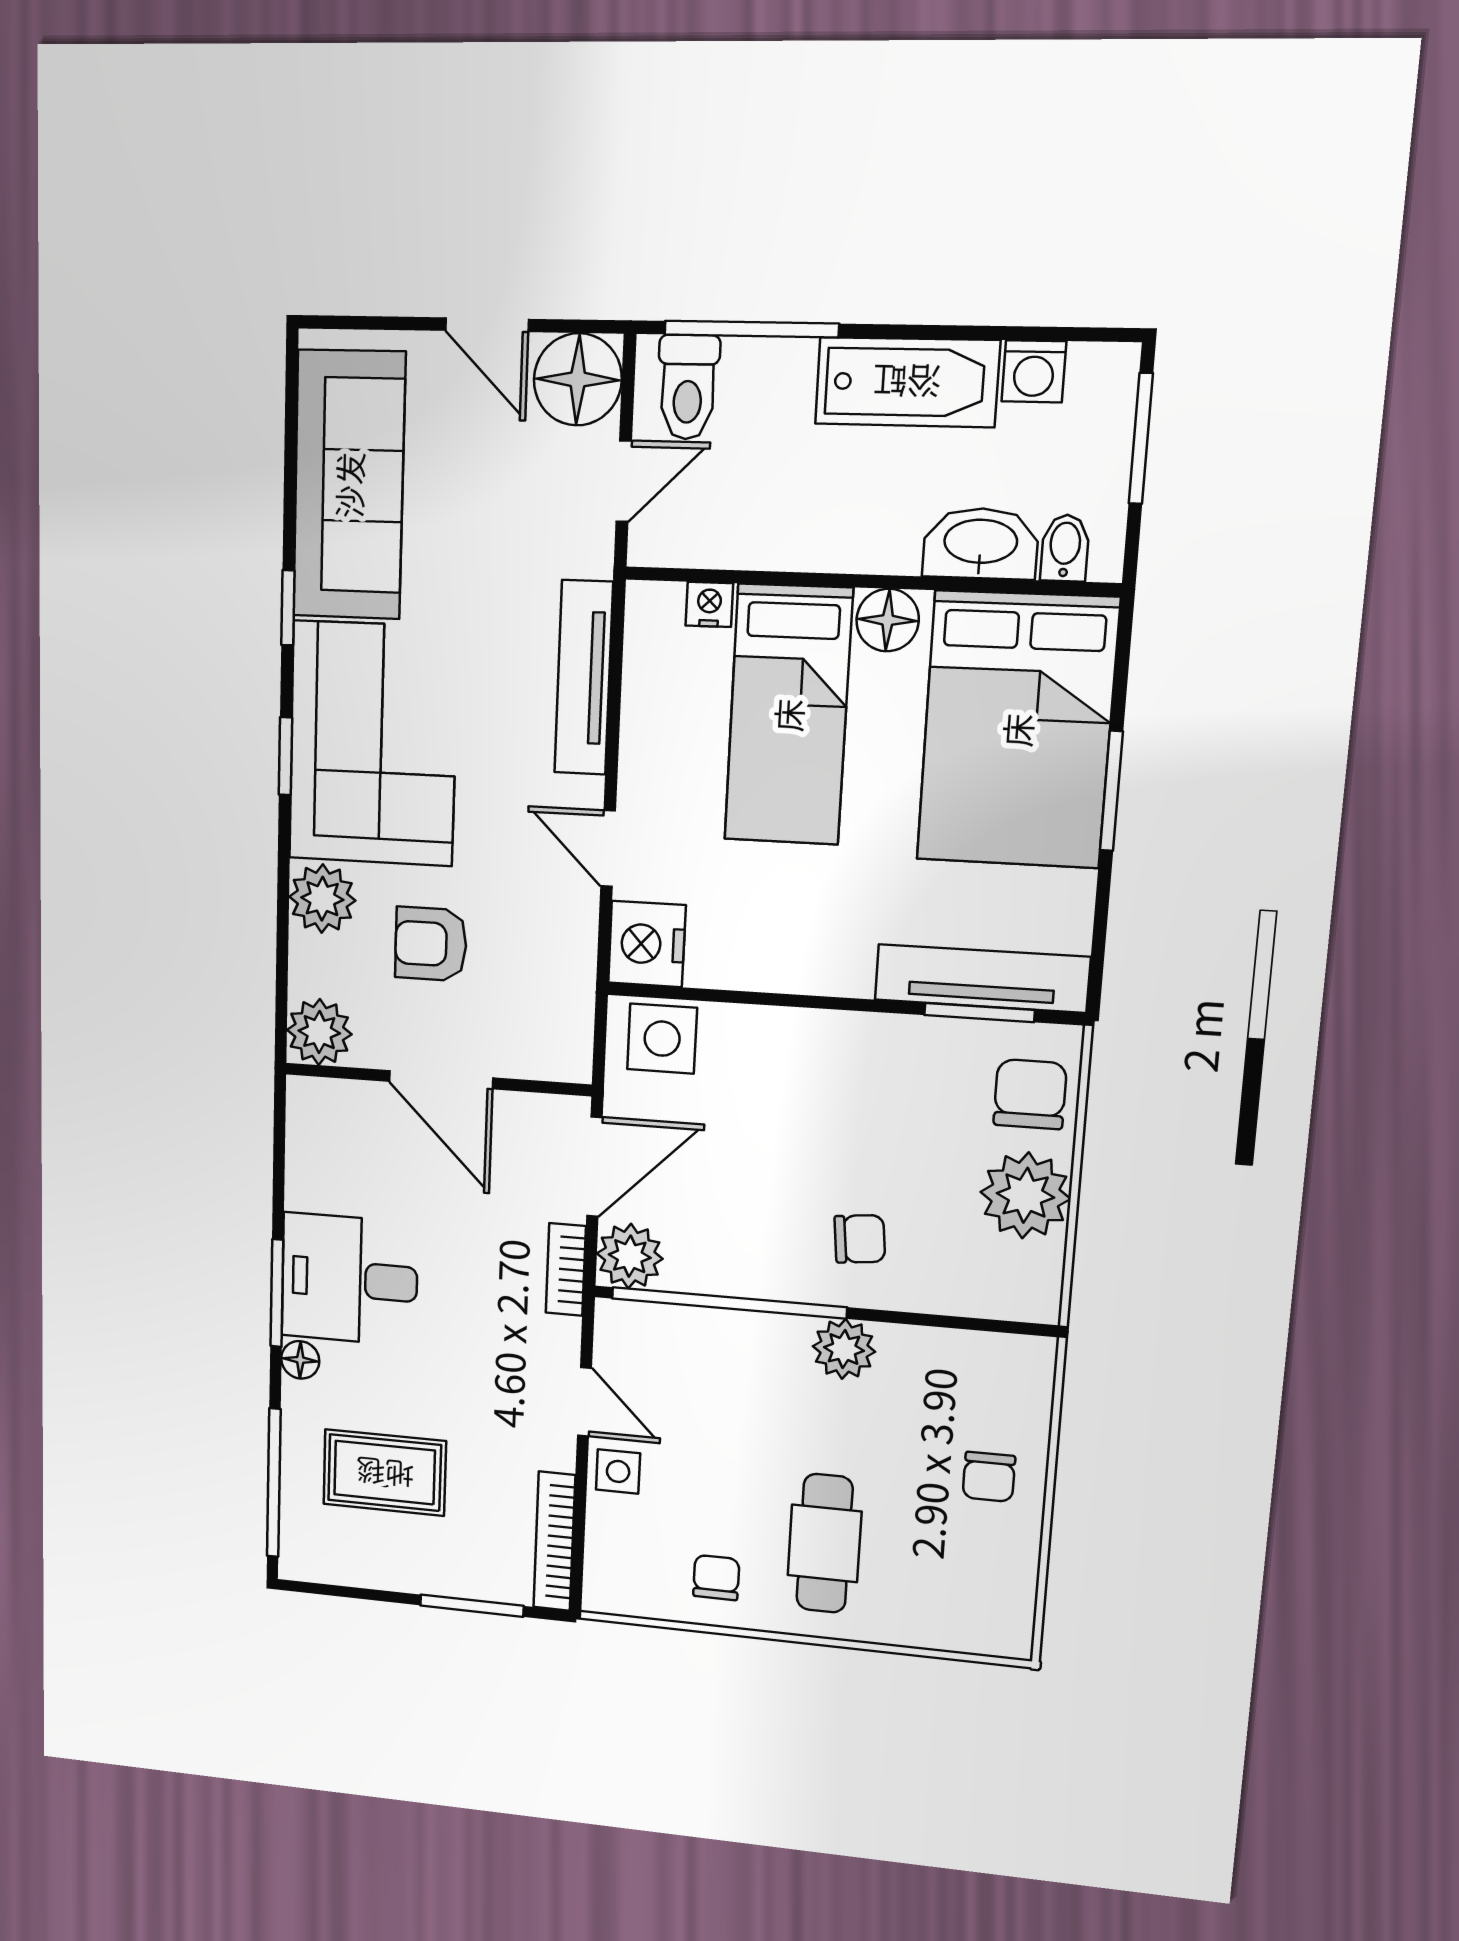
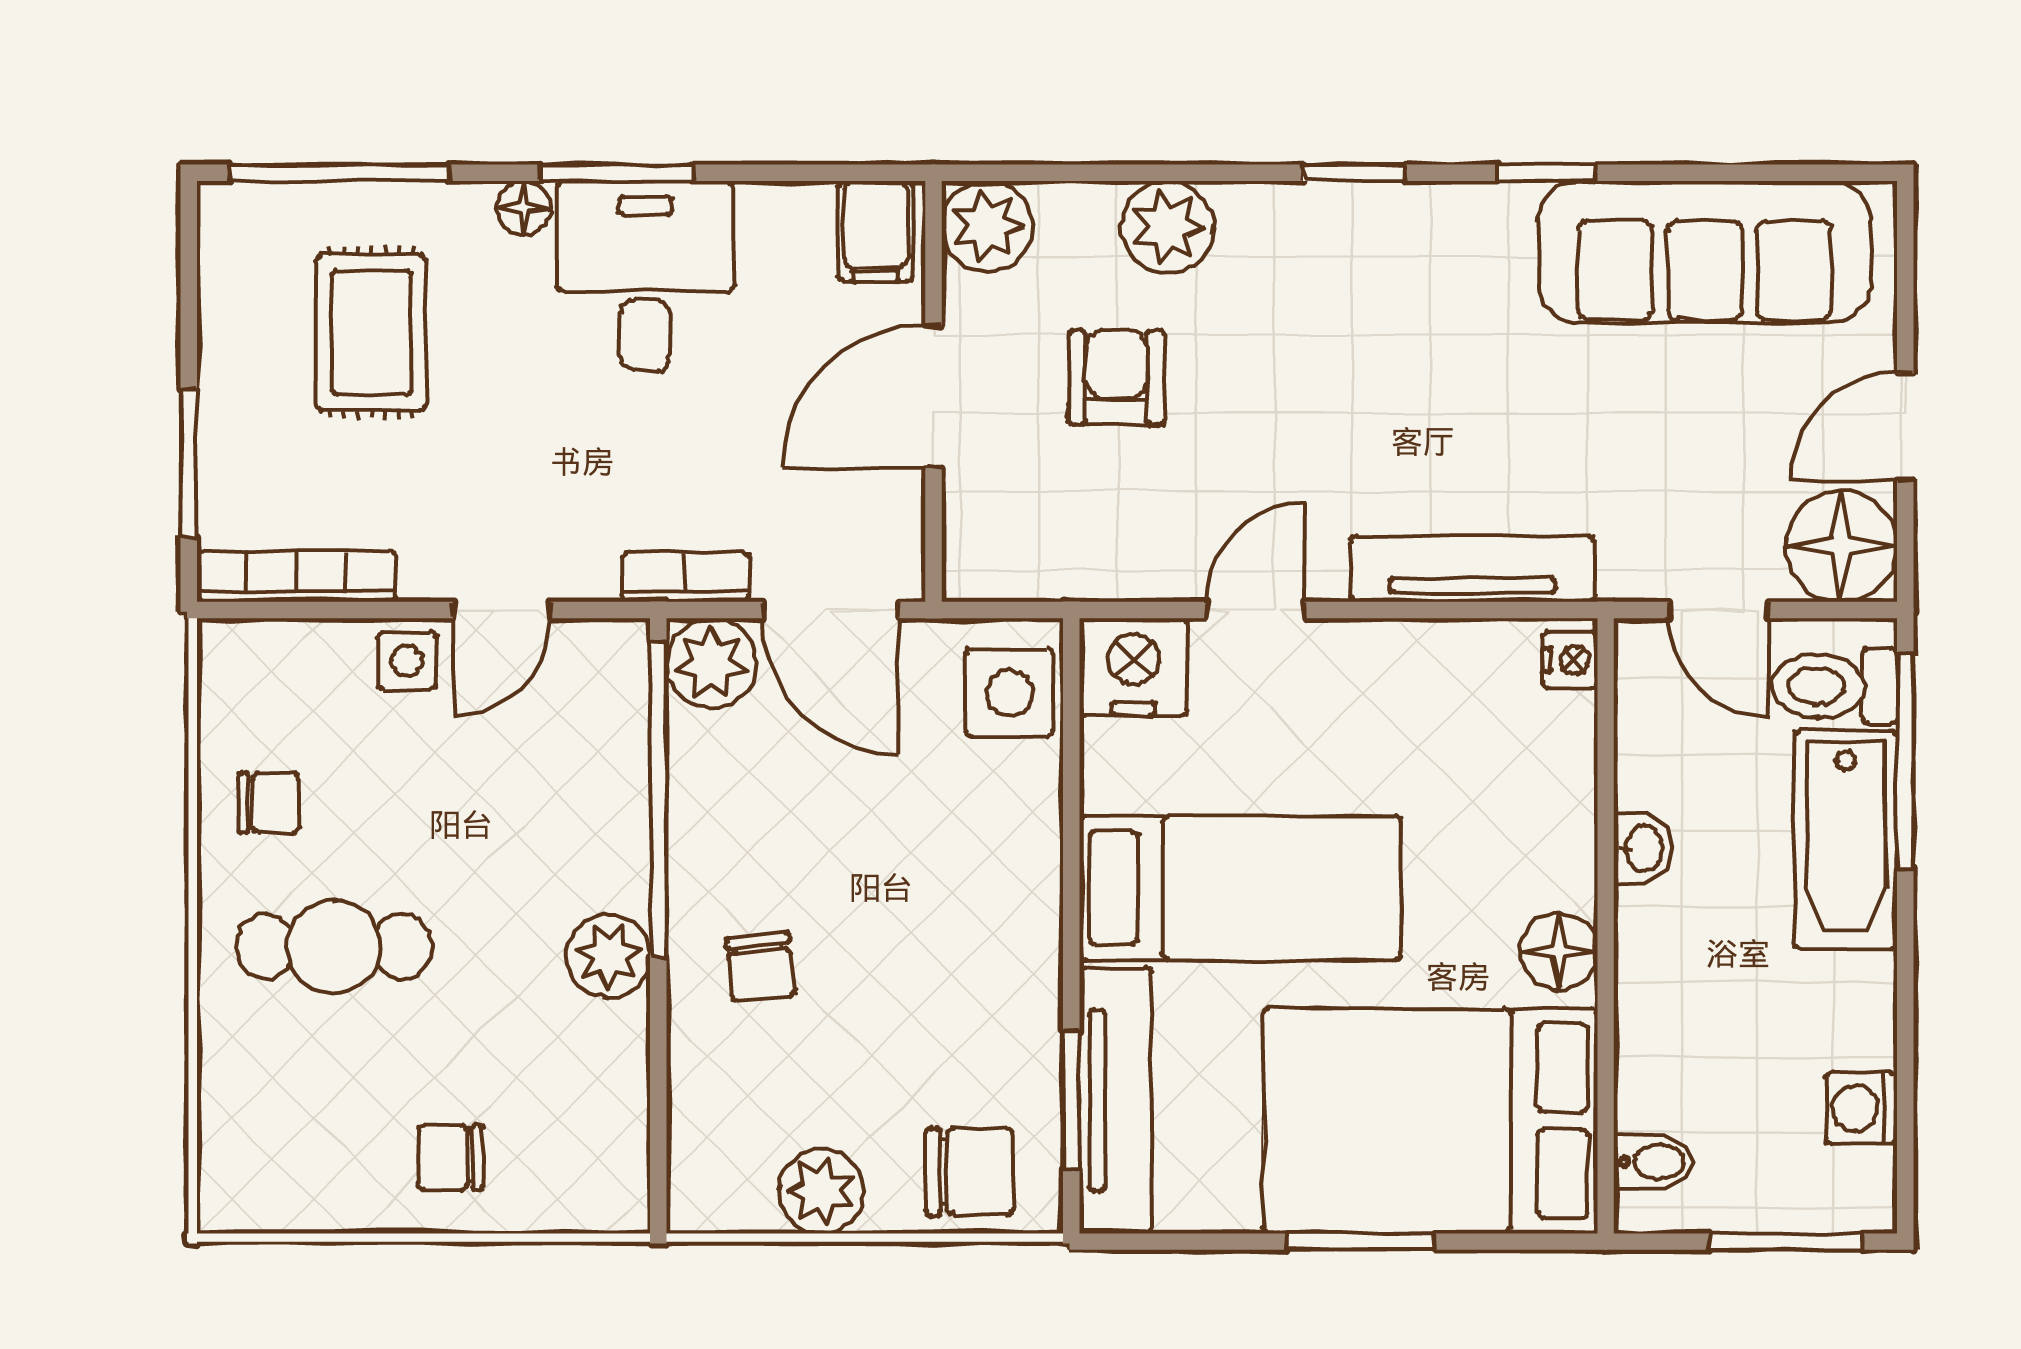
bathtub: (907, 382) -> (1846, 840), moved
washbasin: (981, 543) -> (1643, 848), moved, width x0.52, depth x0.69
nightstand: (709, 604) -> (1570, 660), moved
bed: (788, 715) -> (1240, 888), moved, turned 180
corner sofa: (373, 744) -> (1376, 292), removed
filing cabinet: (321, 1113) -> (875, 231), added
plant: (1025, 1195) -> (821, 1191), width x0.73, depth x0.73

